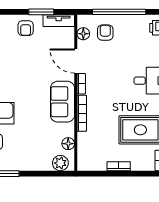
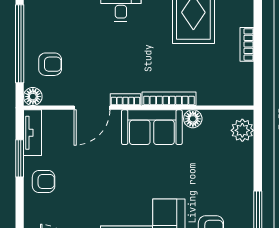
armchair: (105, 33) -> (50, 64), turned 180
floor lamp: (83, 34) -> (33, 97), moved
floor lamp: (68, 144) -> (193, 119), moved

